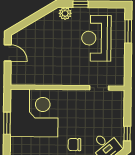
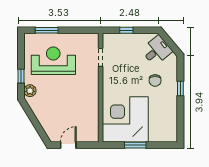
reception desk: (96, 38) -> (53, 61), turned 180
window: (127, 134) -> (126, 30), moved

